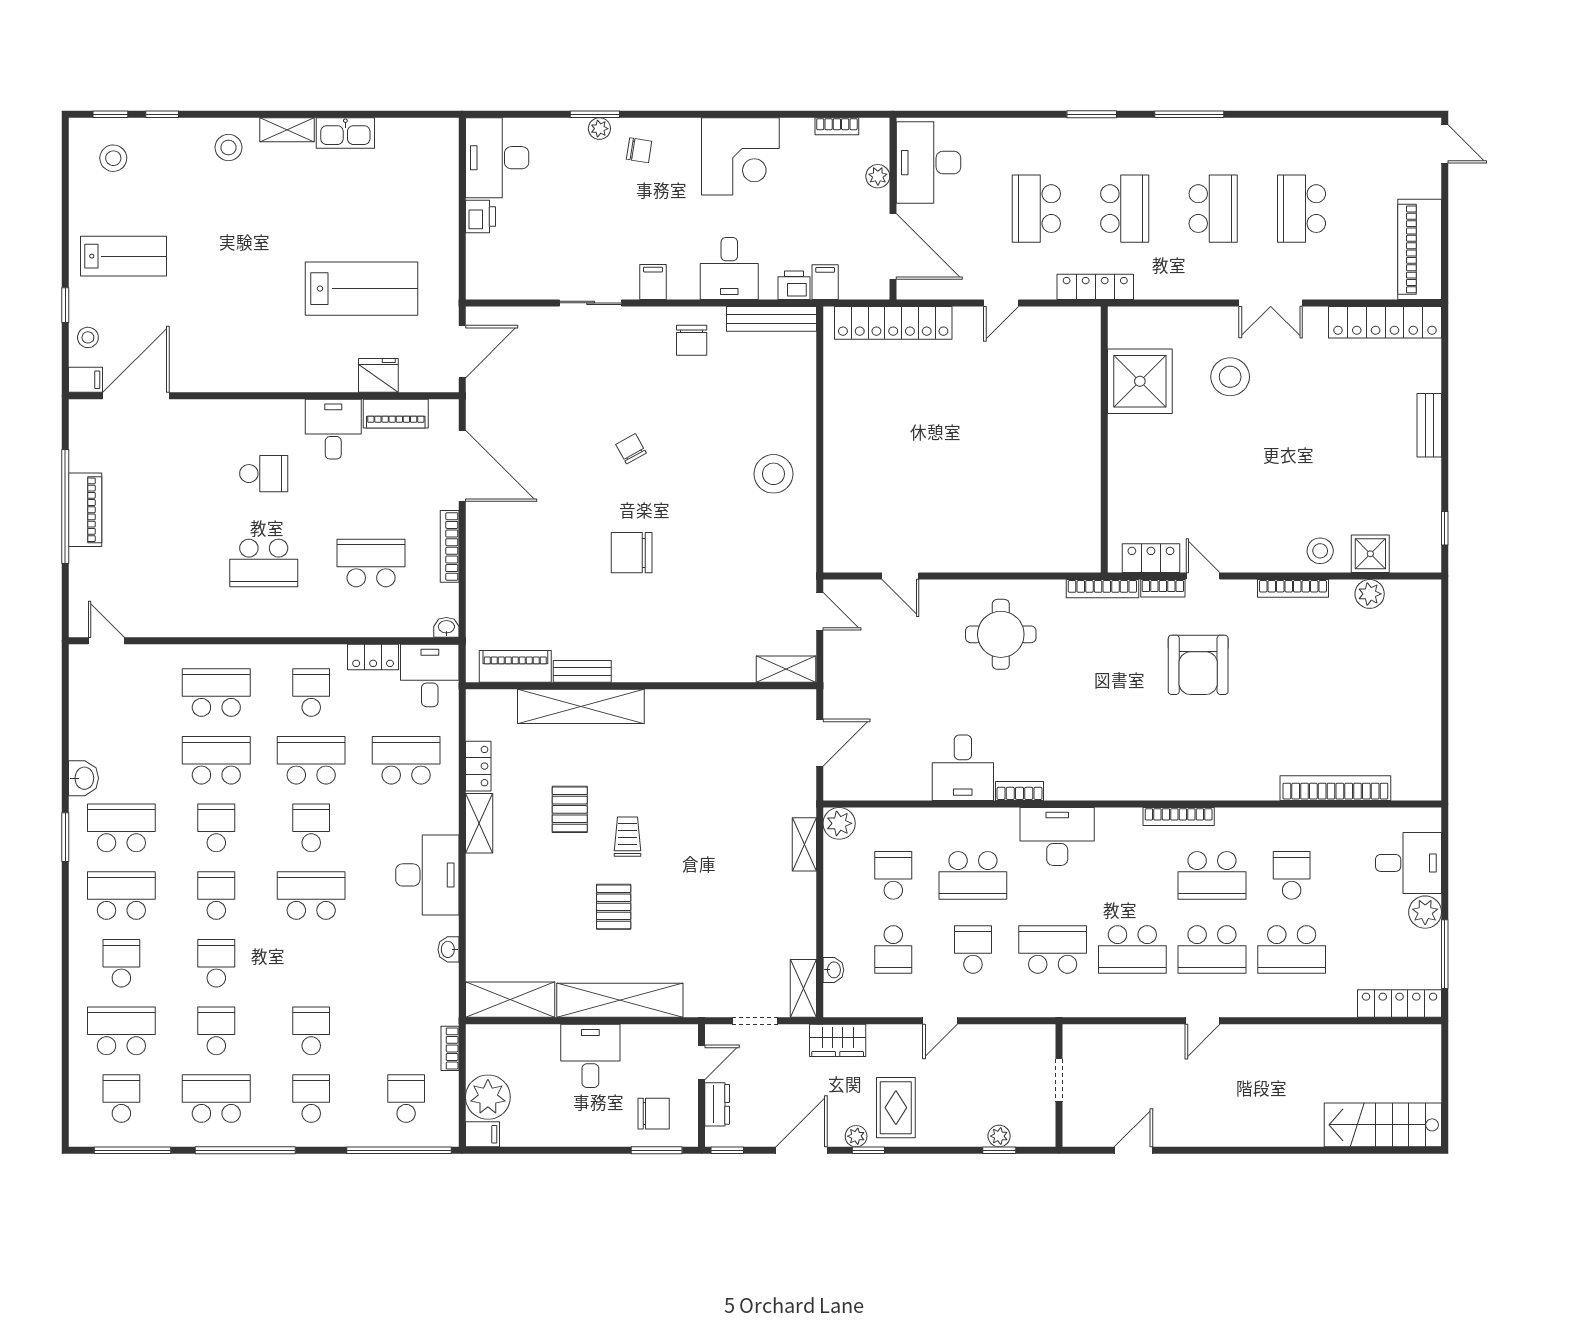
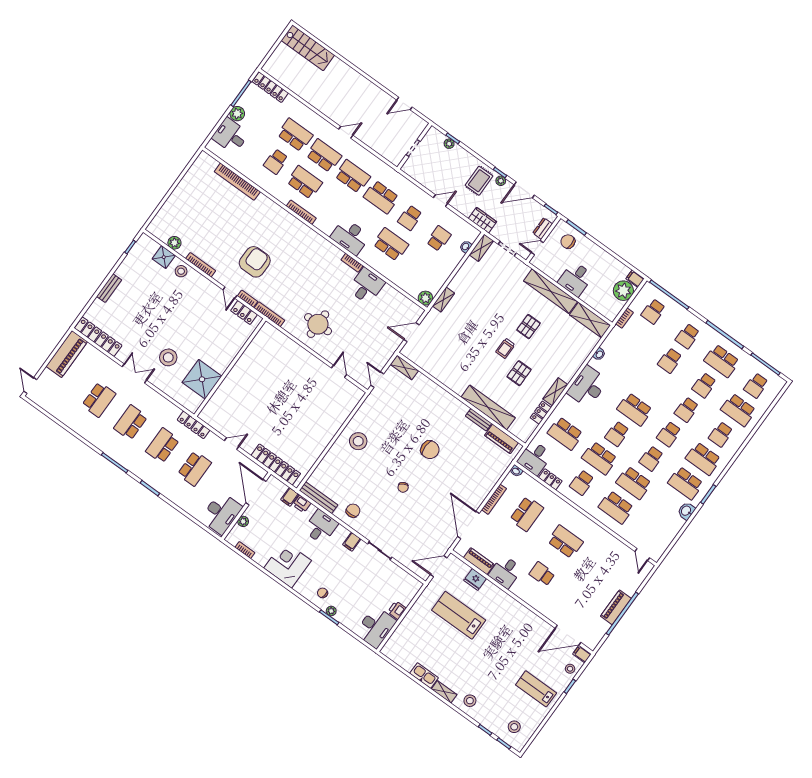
school desk: (371, 563) -> (527, 514), turned -90
school desk: (893, 875) -> (419, 265), removed

